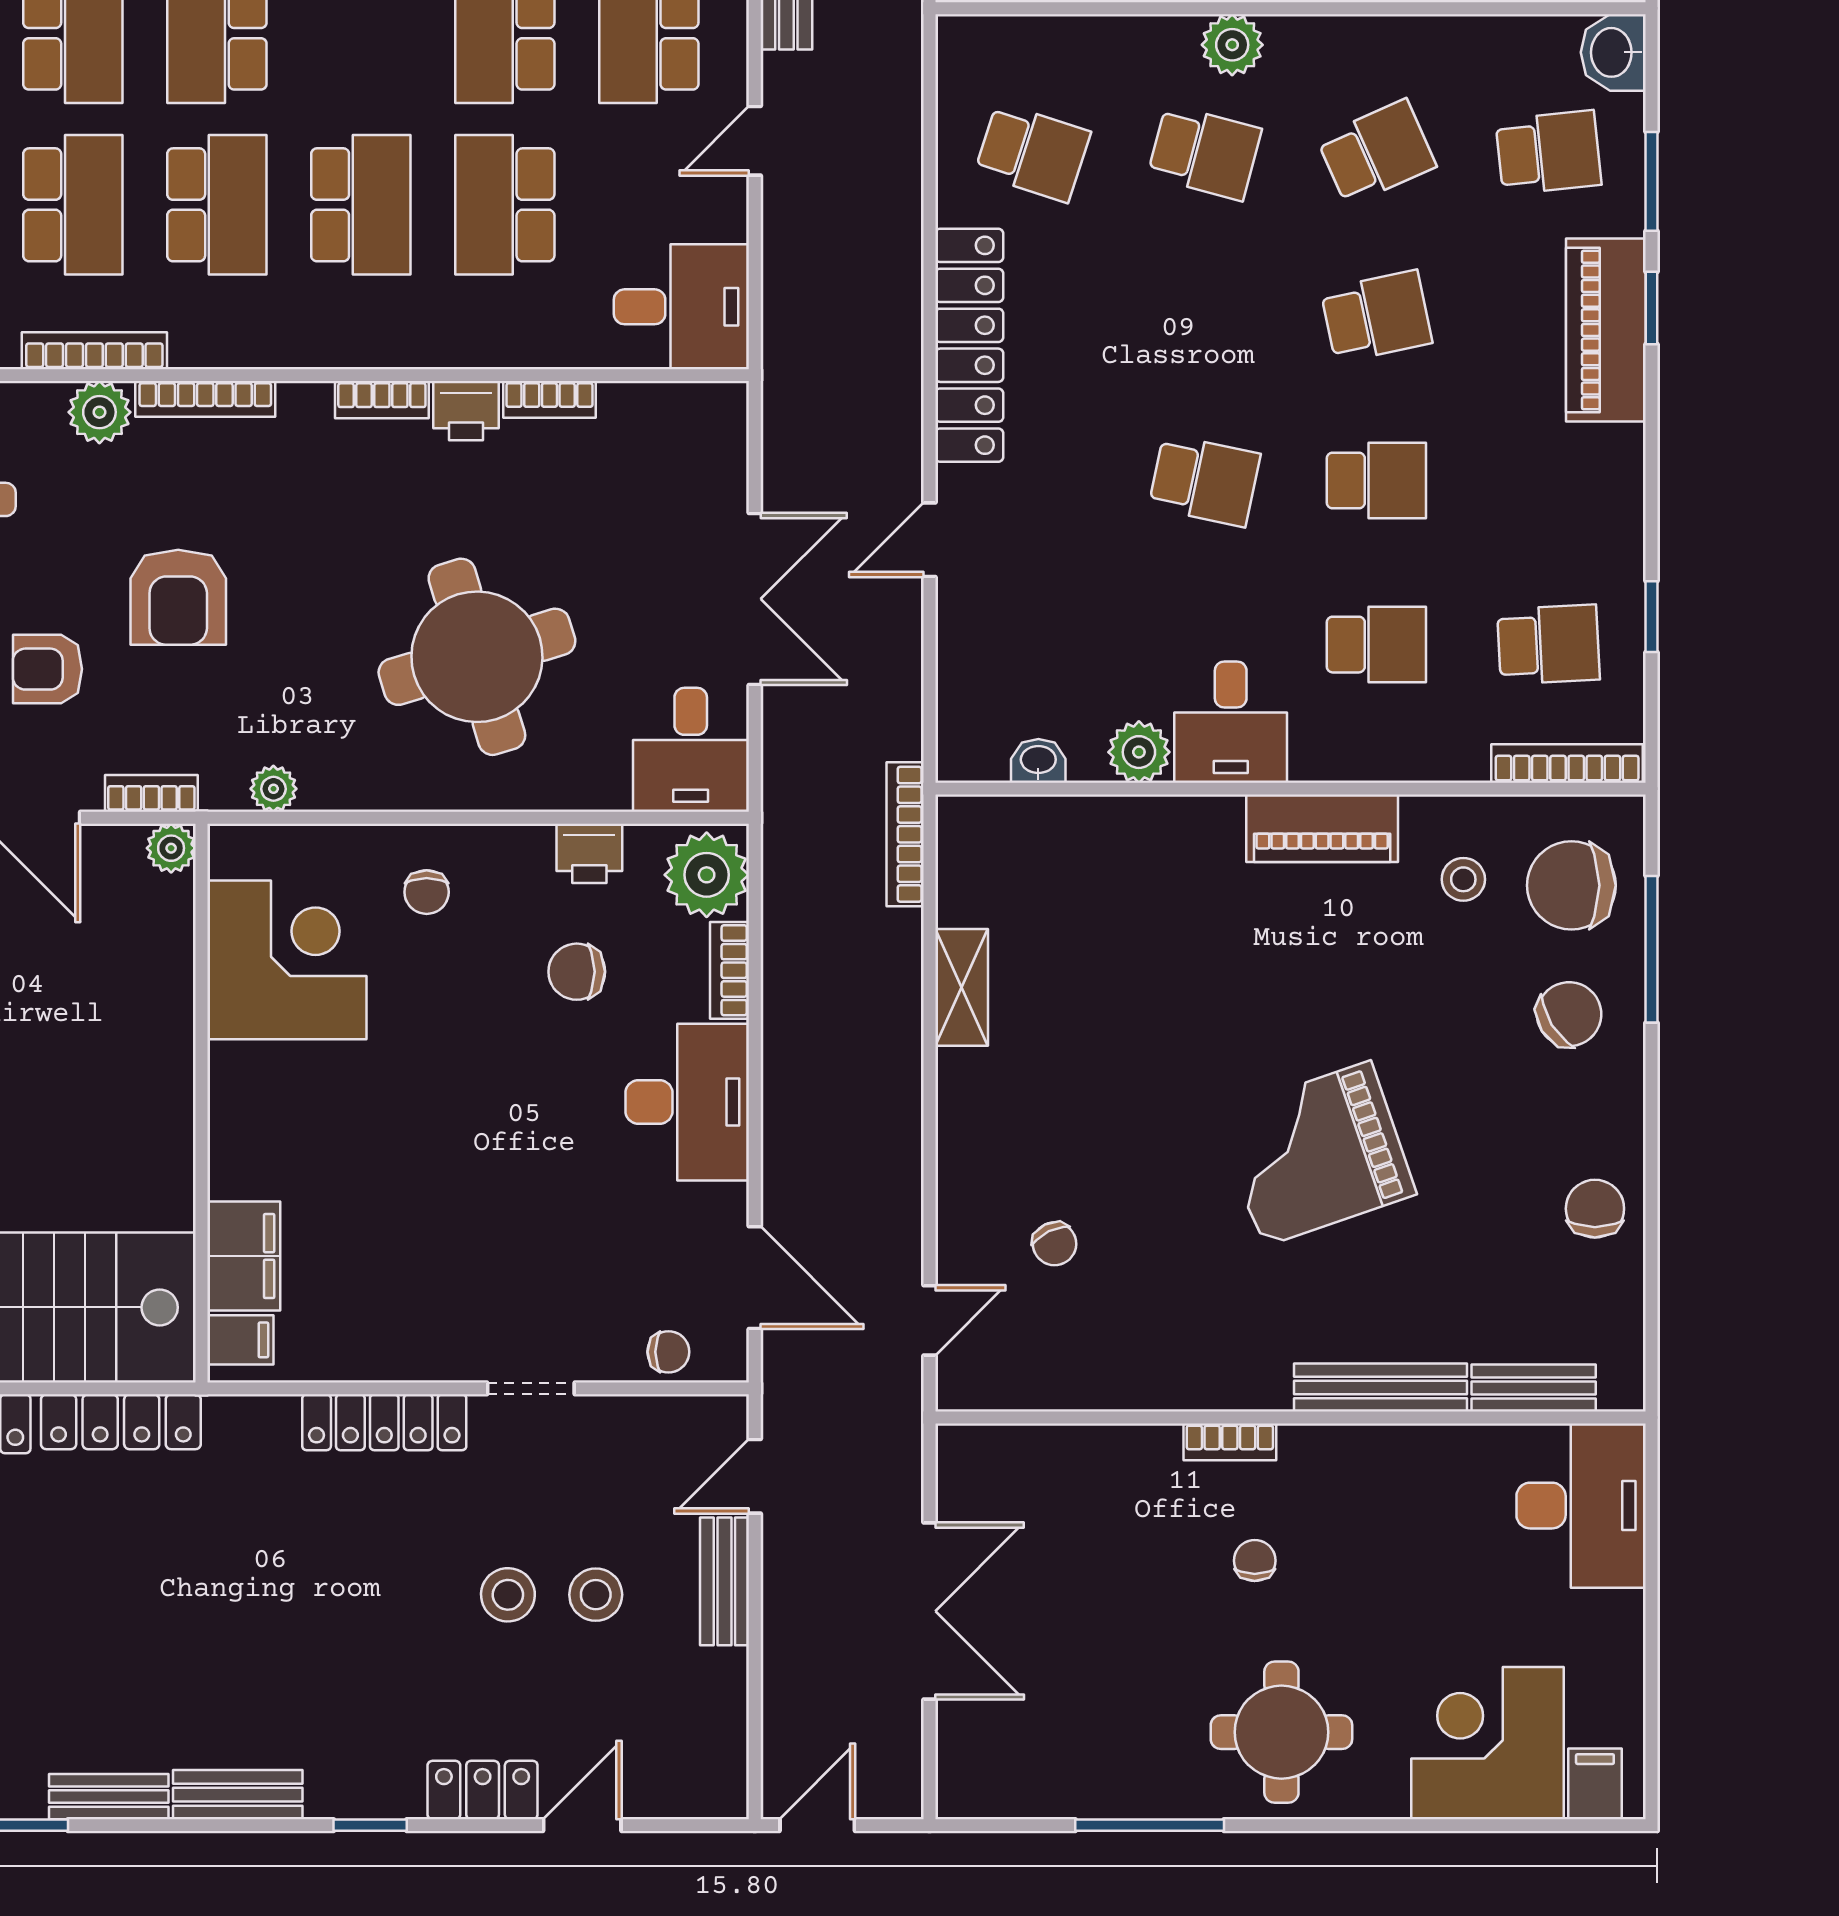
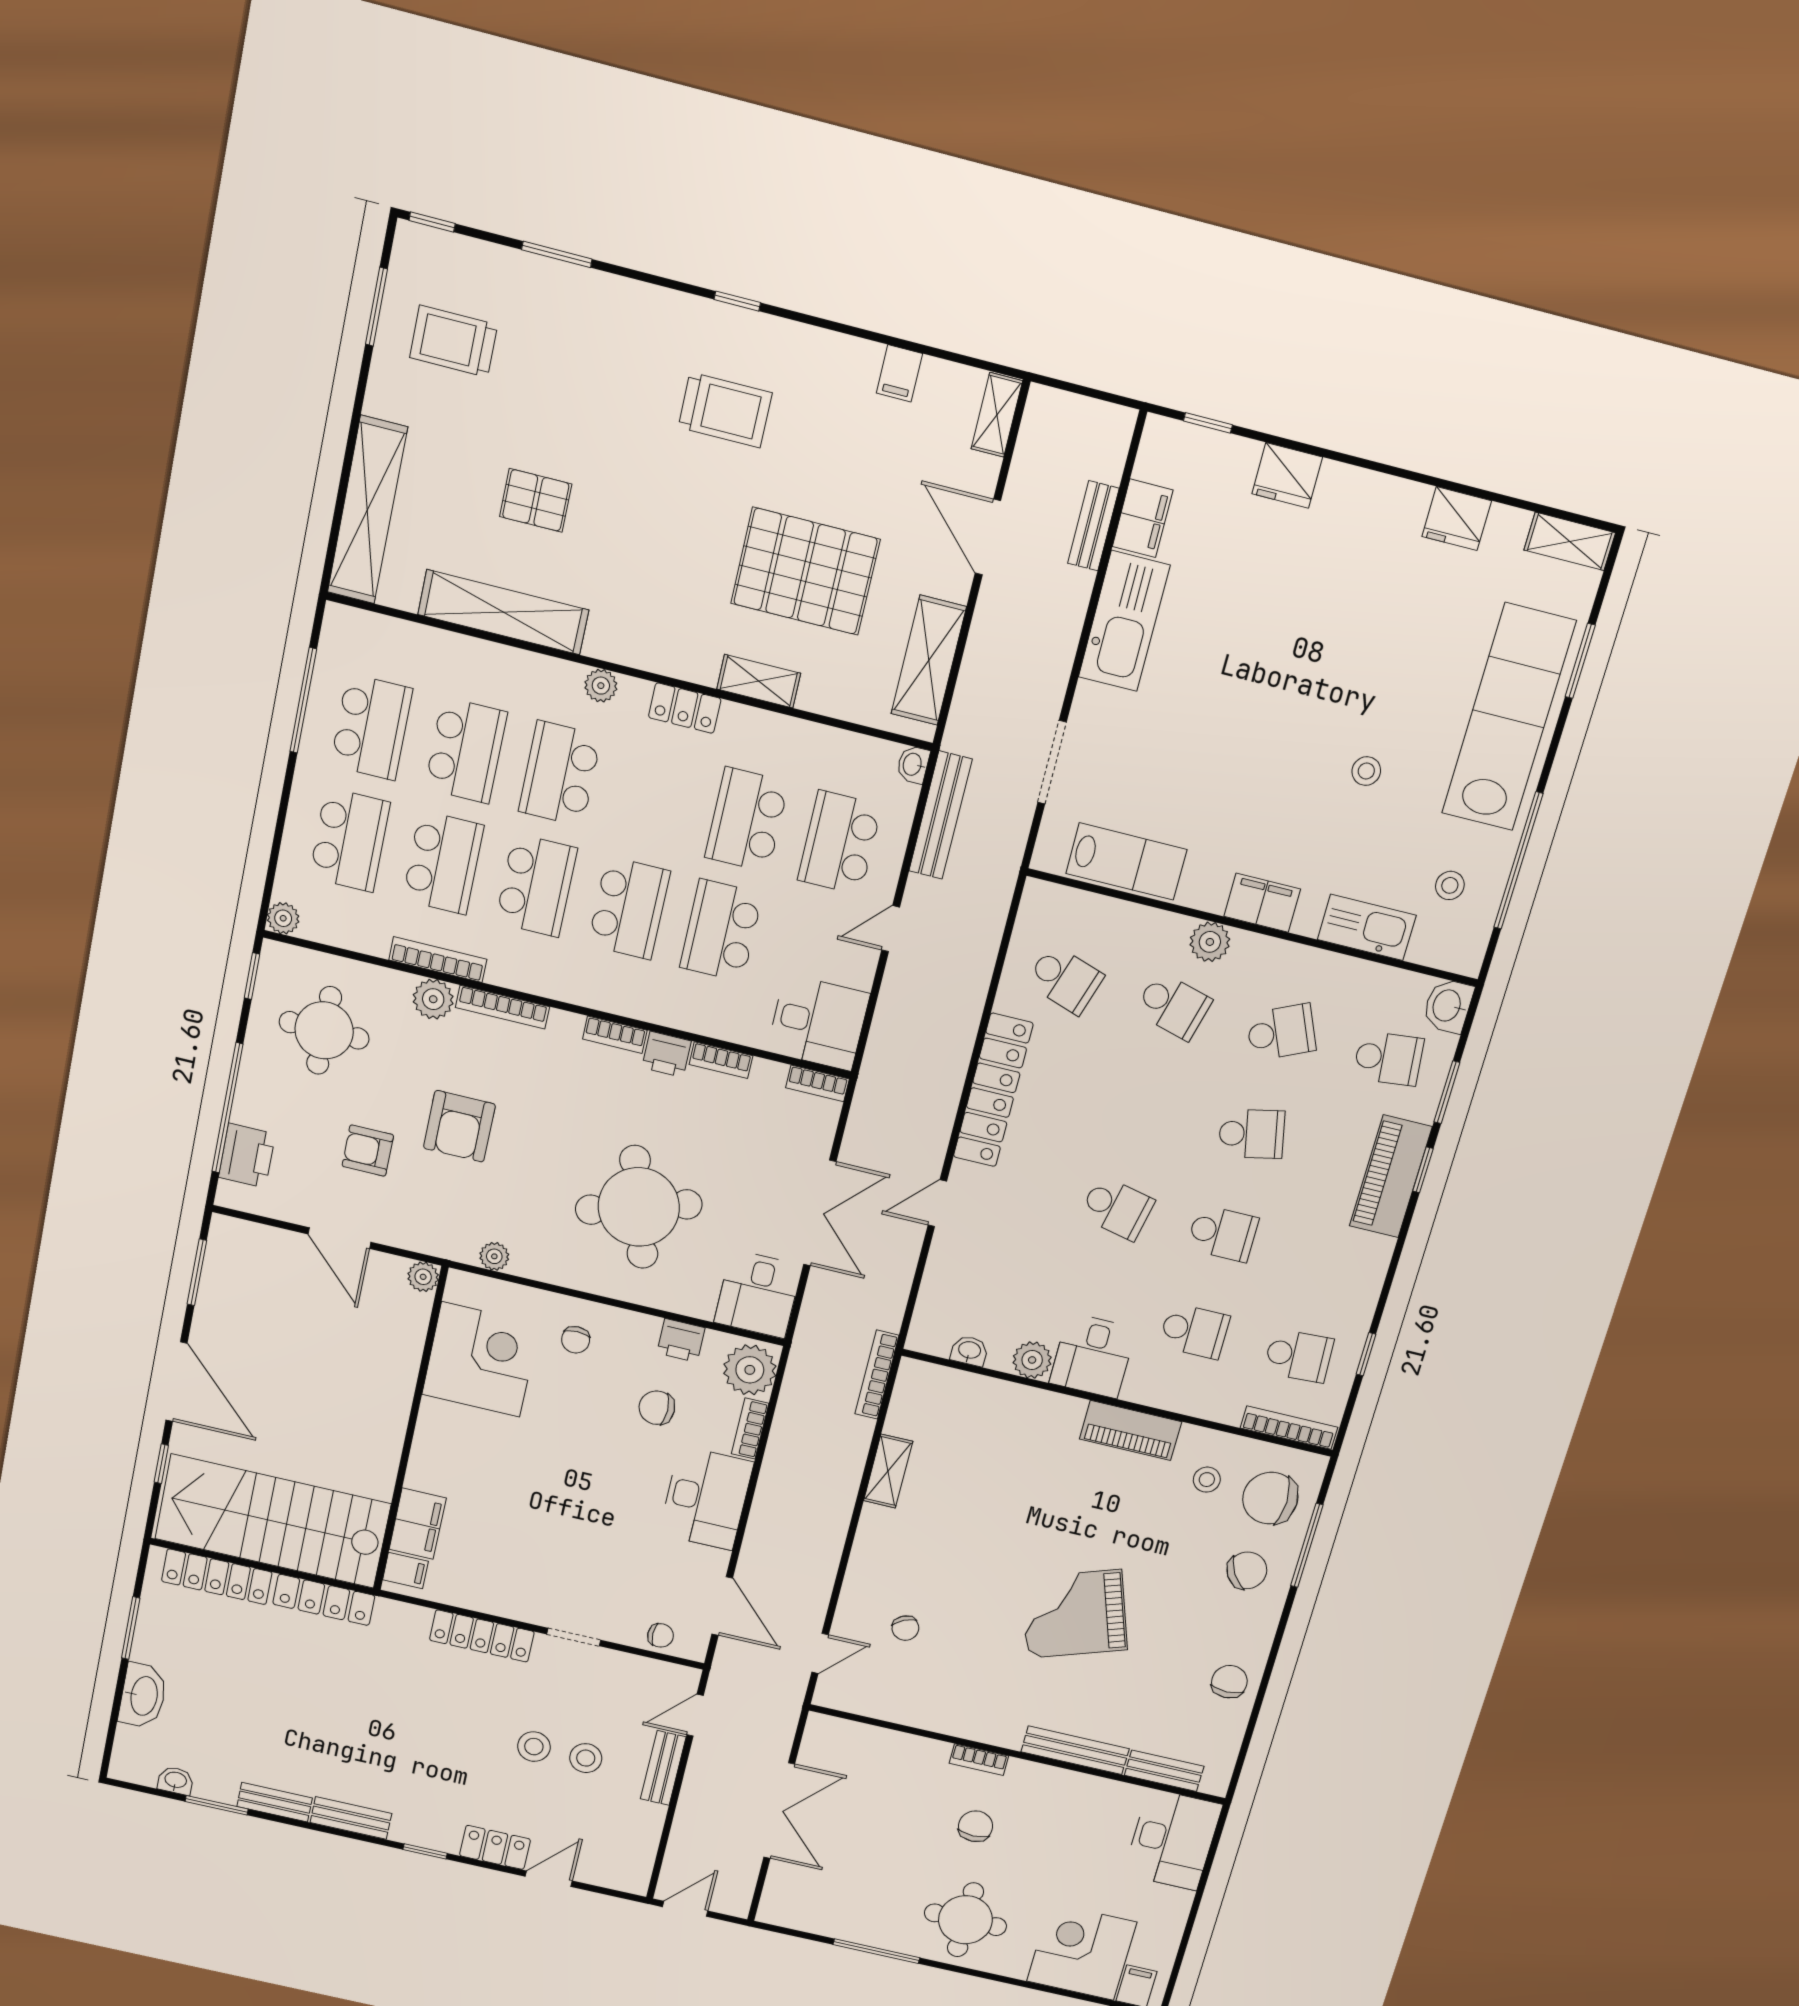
bookcase: (151, 793) -> (817, 1083), moved, turned 180
chair: (1255, 1561) -> (976, 1826), width x1.37, depth x1.37

